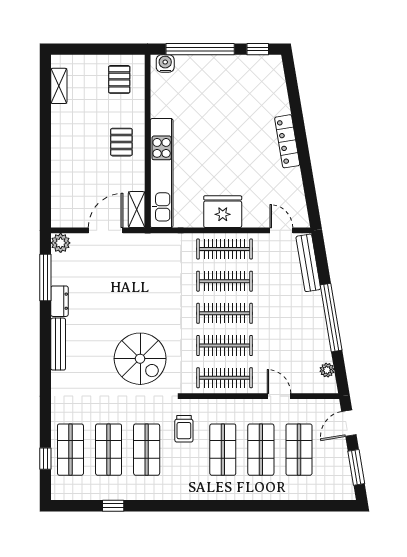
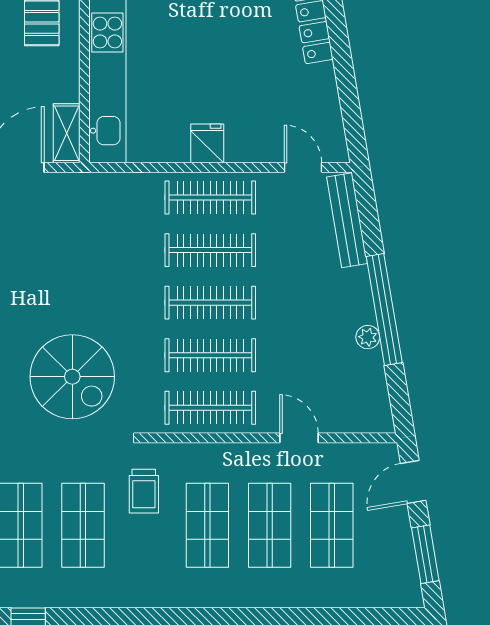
fridge: (223, 212) -> (207, 143), width x0.53, depth x0.75
plant: (327, 370) -> (368, 337), moved

